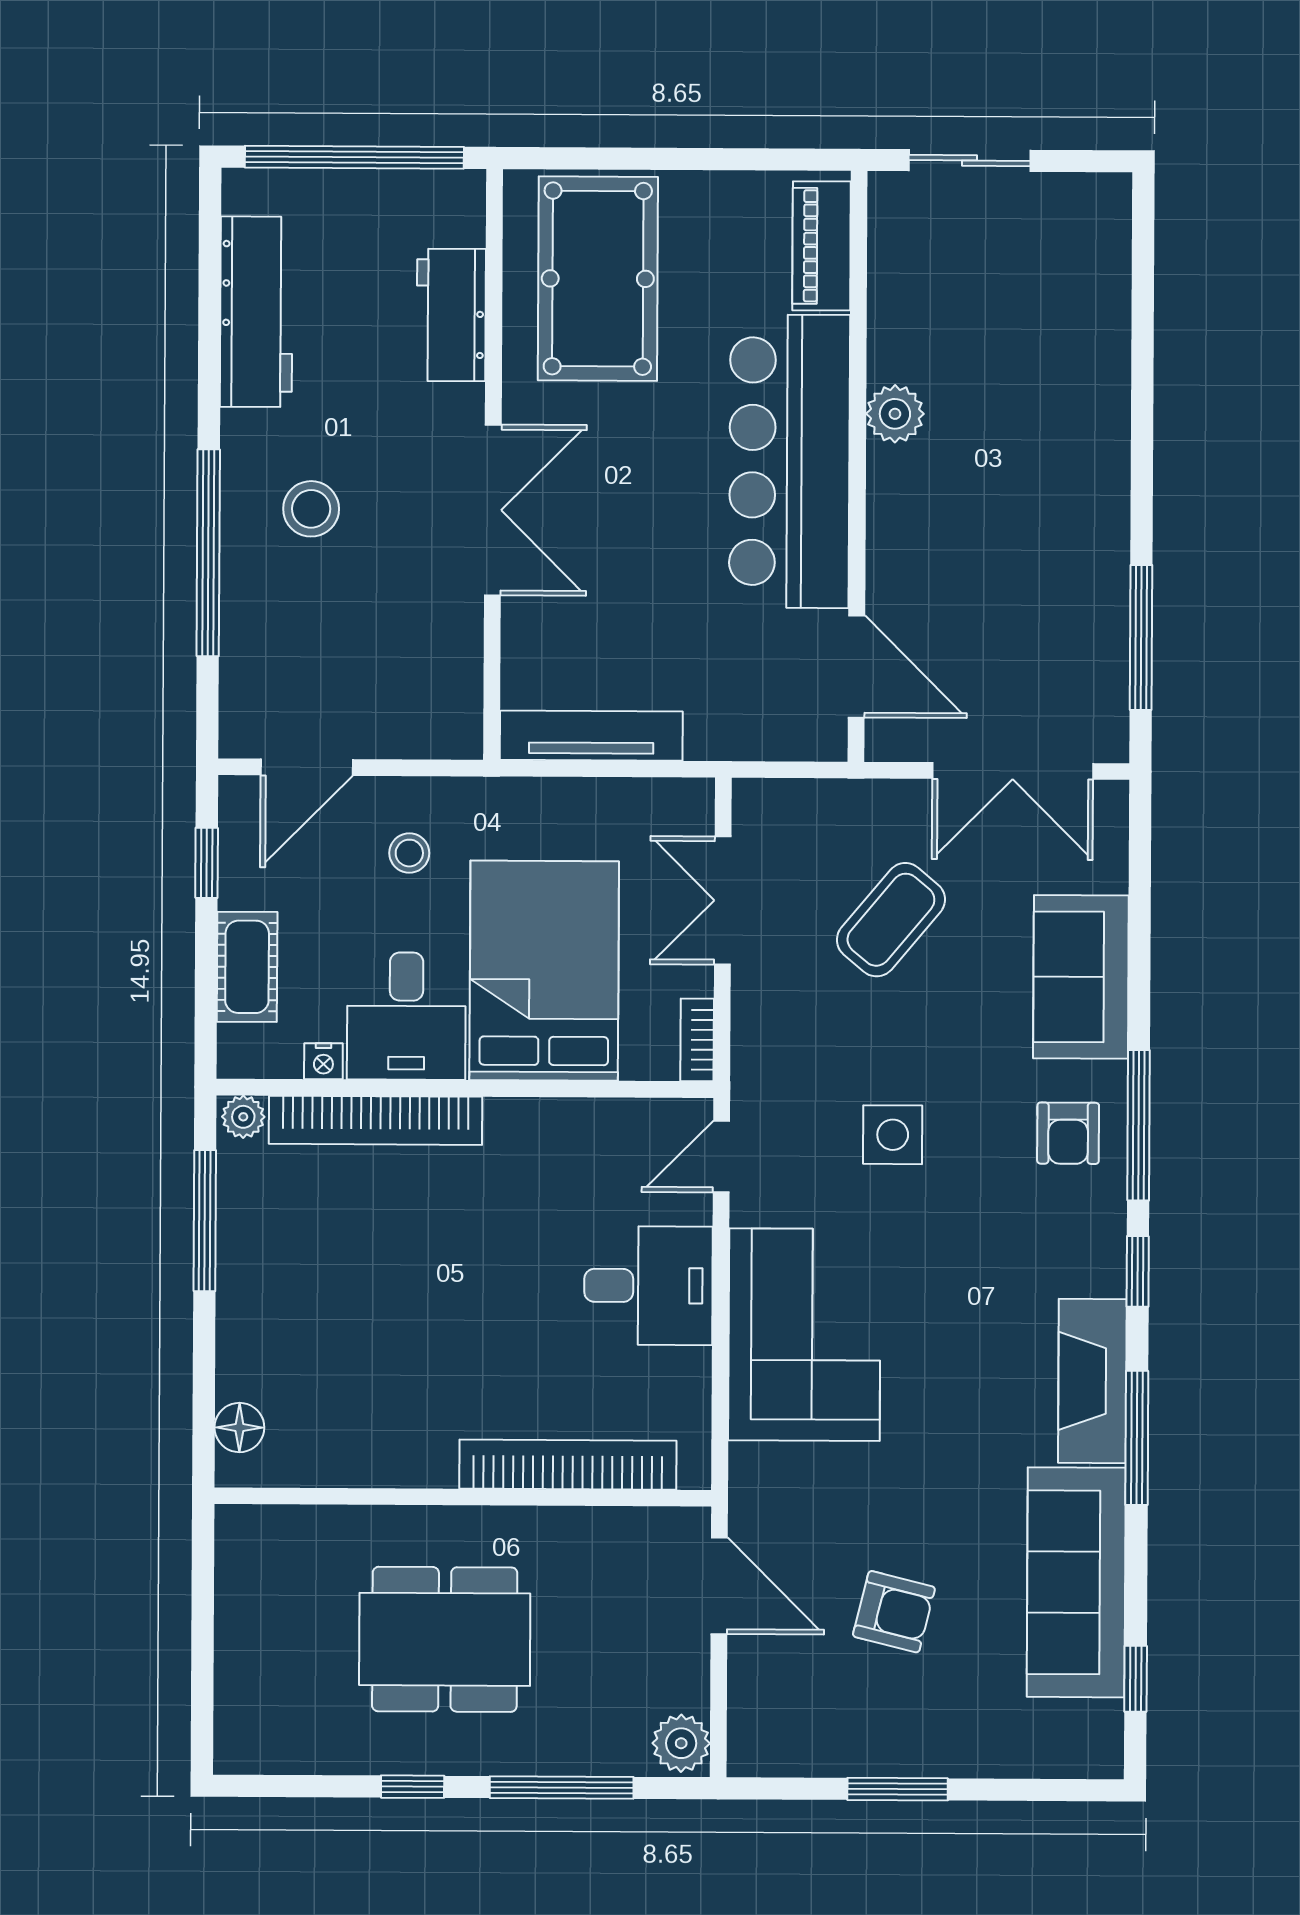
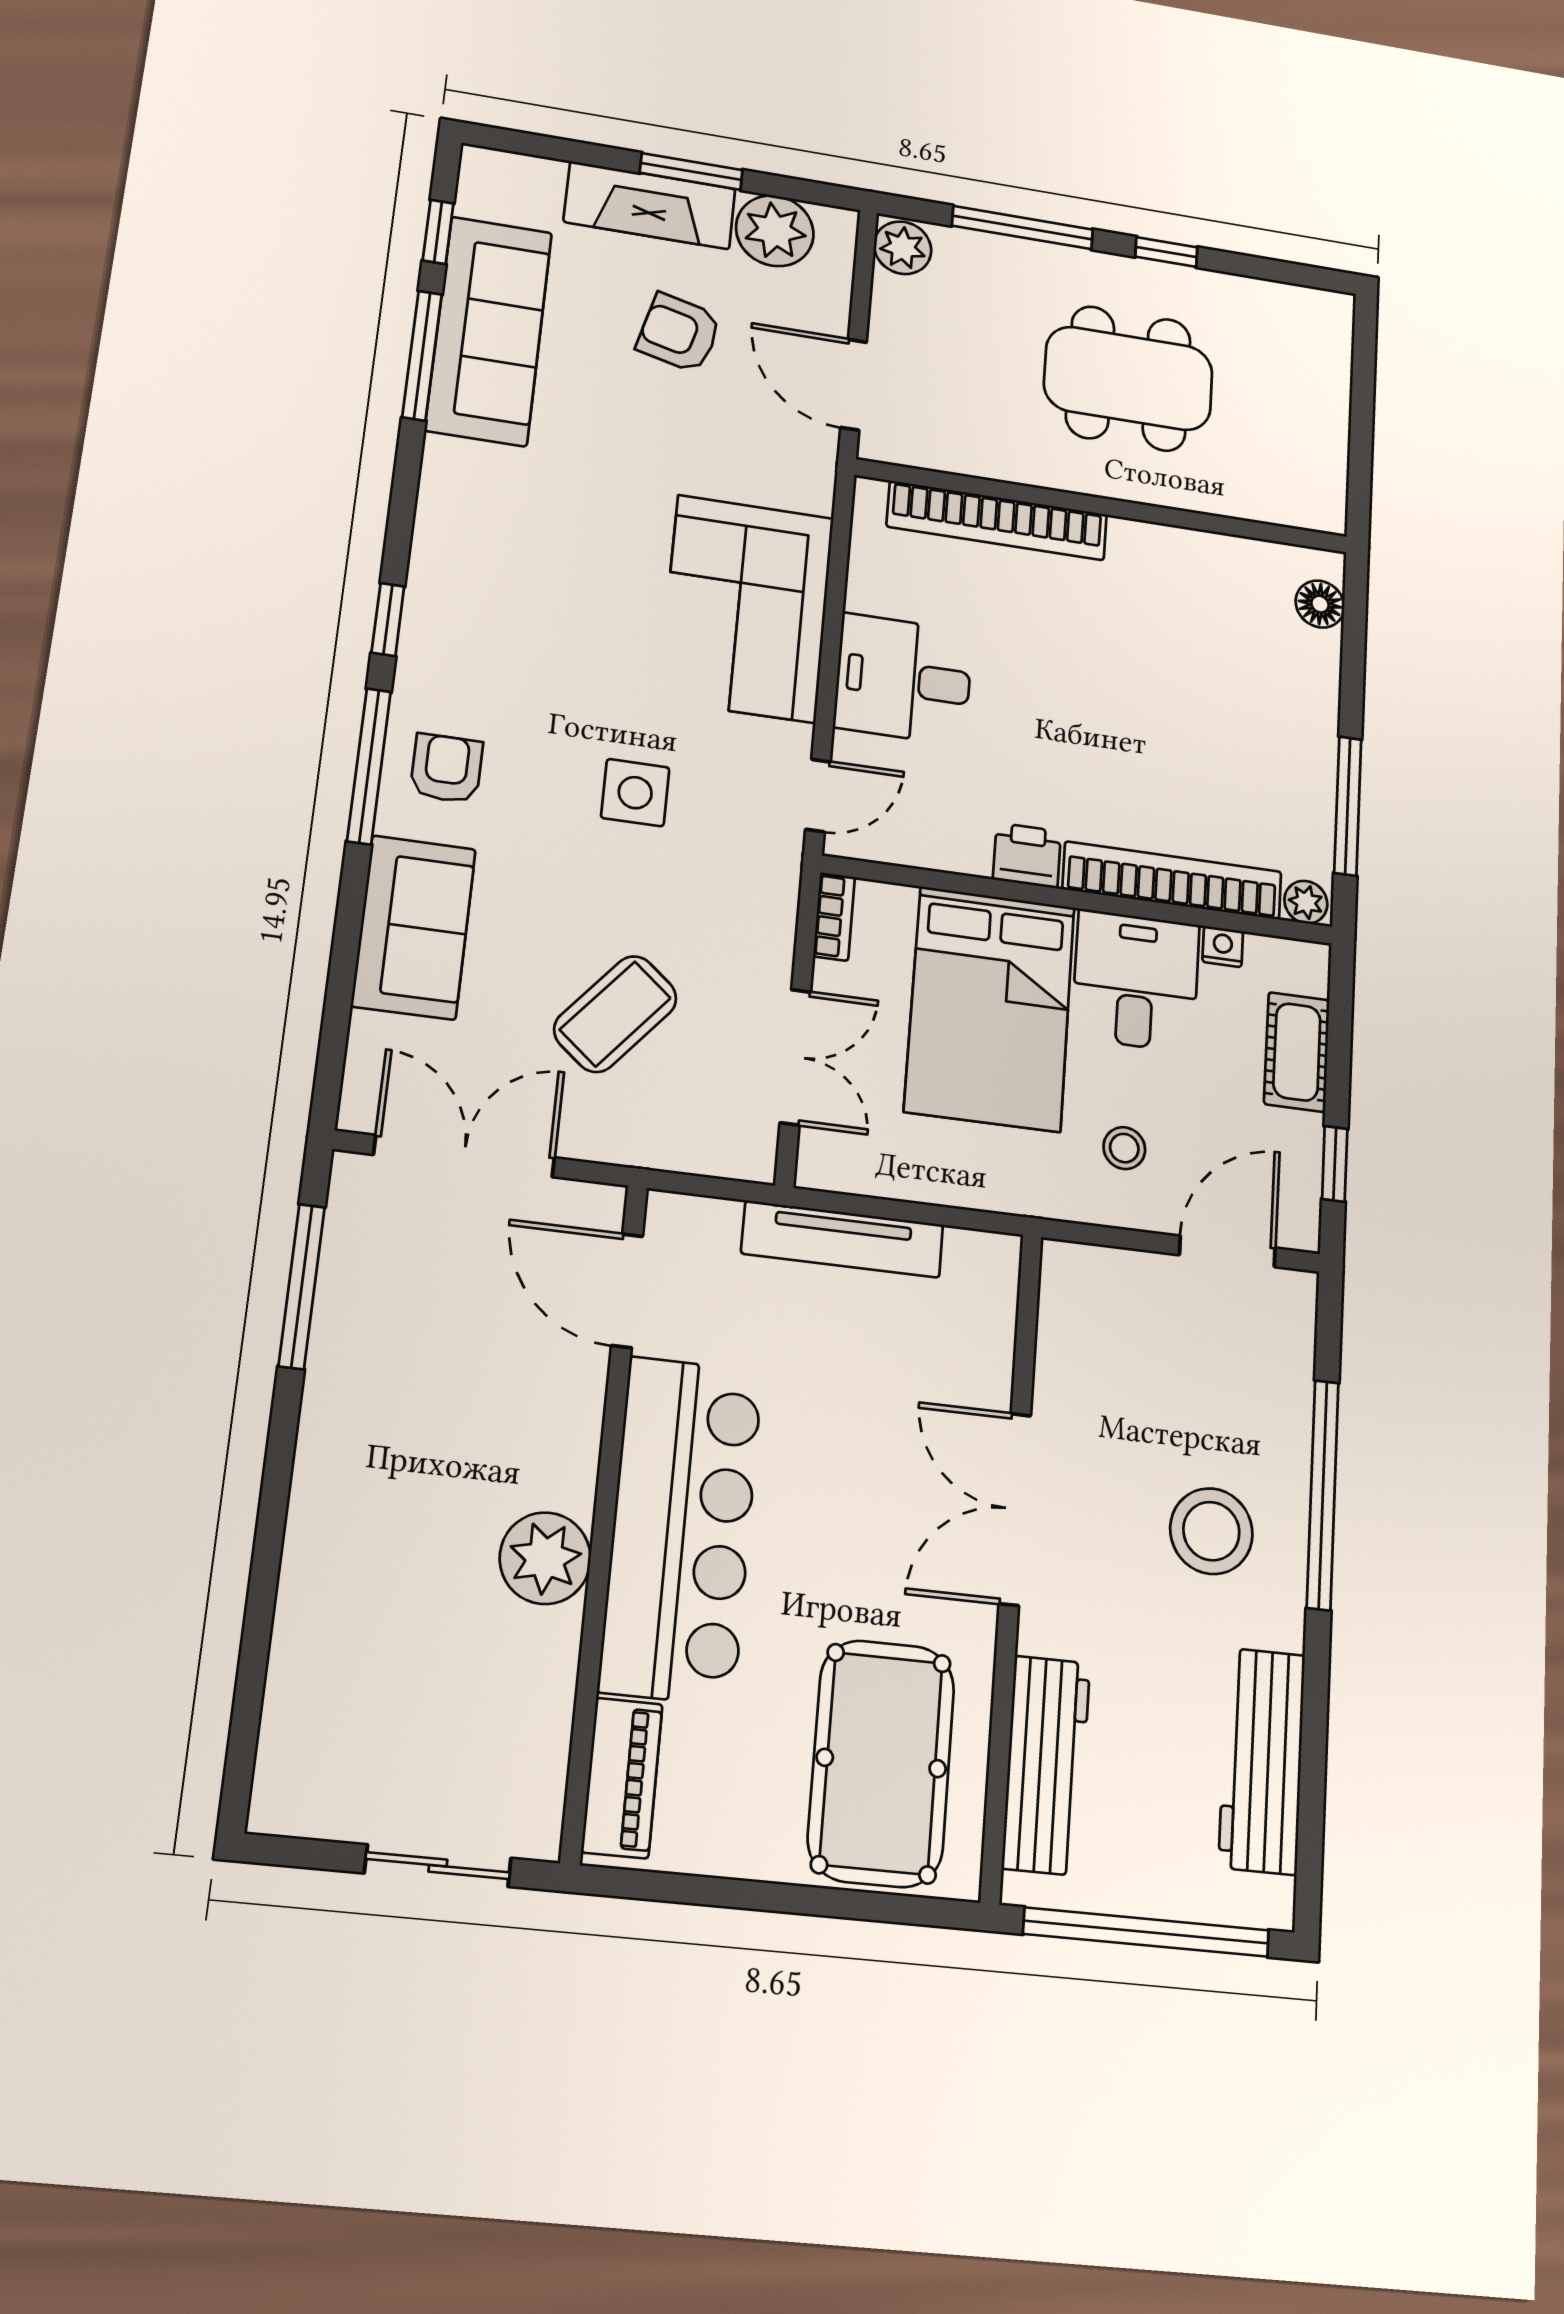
workbench: (451, 315) -> (1046, 1765), width x1.38
plant: (895, 414) -> (545, 1558), width x1.36, depth x1.36
stool: (311, 509) -> (1211, 1531), width x1.38, depth x1.38
tv unit: (591, 736) -> (842, 1239), moved
printer: (518, 1126) -> (1027, 855), added
fireplace: (1092, 1381) -> (650, 205), moved, turned 90
window: (1137, 1438) -> (422, 356), moved
plant: (810, 1739) -> (775, 231), added

